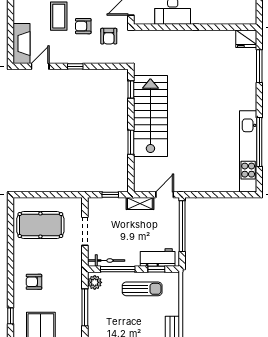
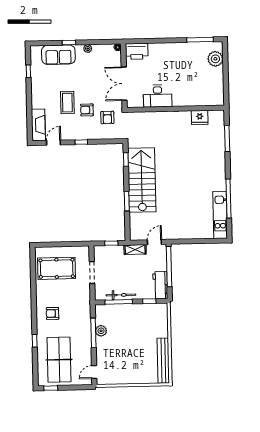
fridge: (246, 39) -> (200, 117), moved
kitchen unit: (248, 151) -> (220, 215), width x0.73
workbench: (158, 258) -> (160, 285), moved, turned -90
bicycle: (106, 261) -> (121, 295), moved
plant: (95, 282) -> (101, 331), moved
sun lounger: (142, 289) -> (138, 317), removed

